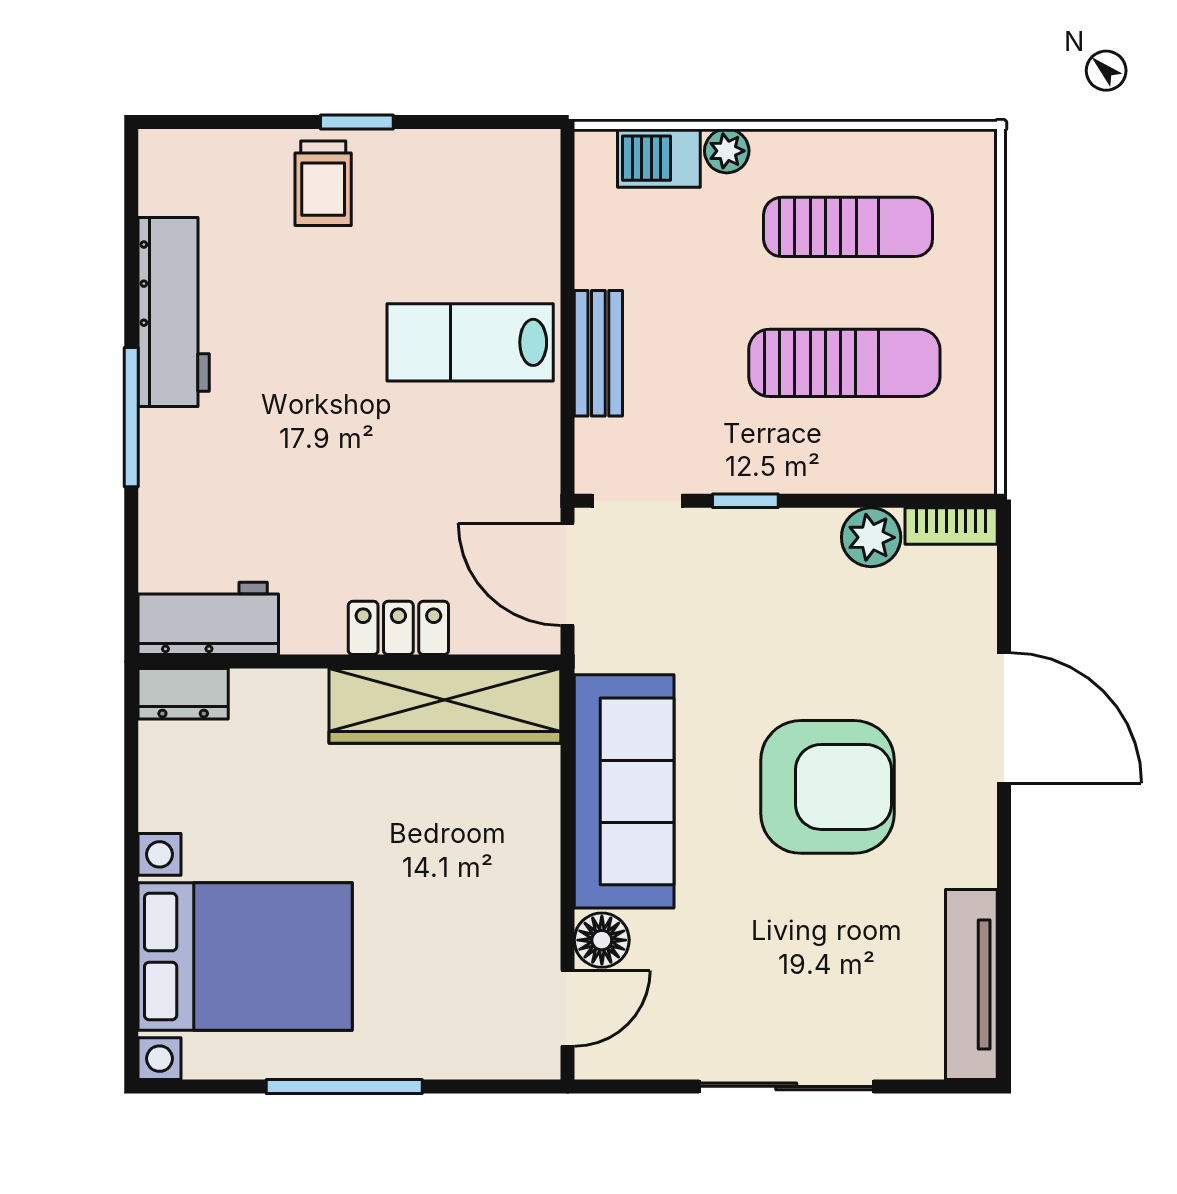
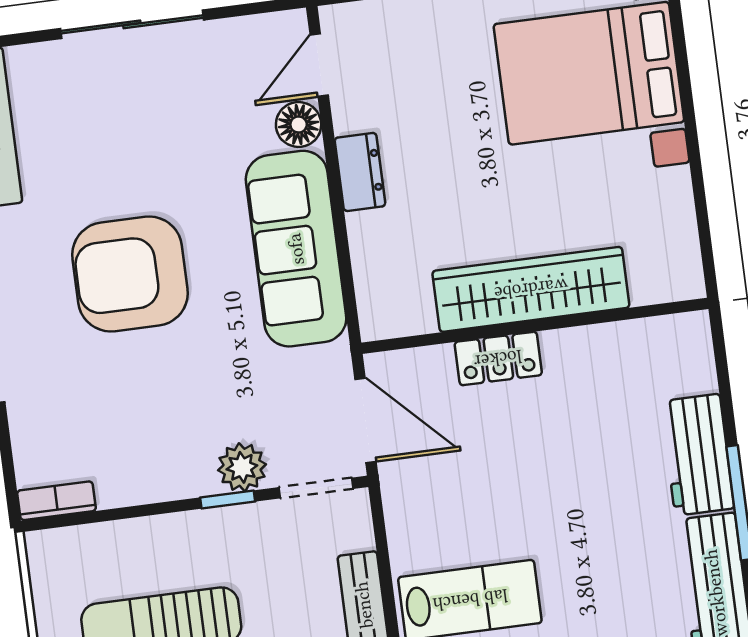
plant: (871, 537) -> (242, 467), moved
workbench: (208, 618) -> (697, 455), moved, turned 90
dresser: (183, 694) -> (360, 172), moved, turned 90
wardrobe: (445, 706) -> (531, 289), moved

